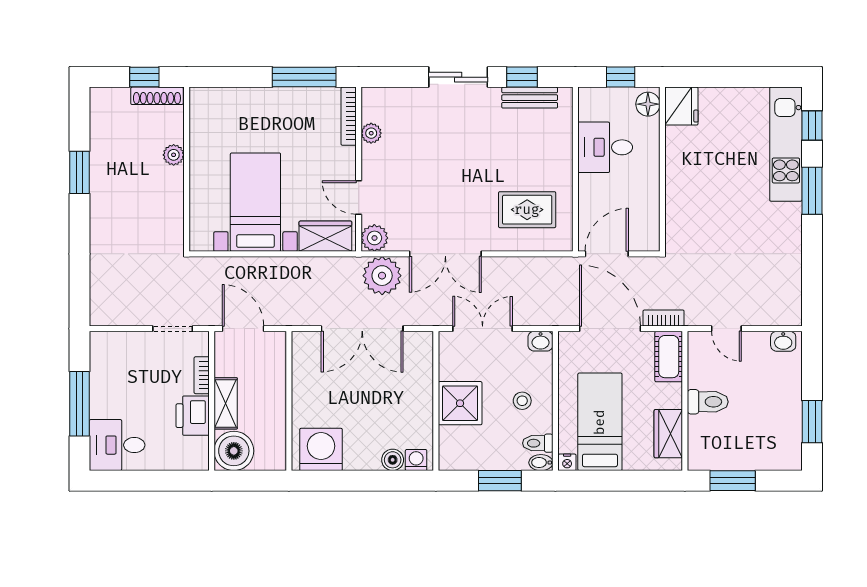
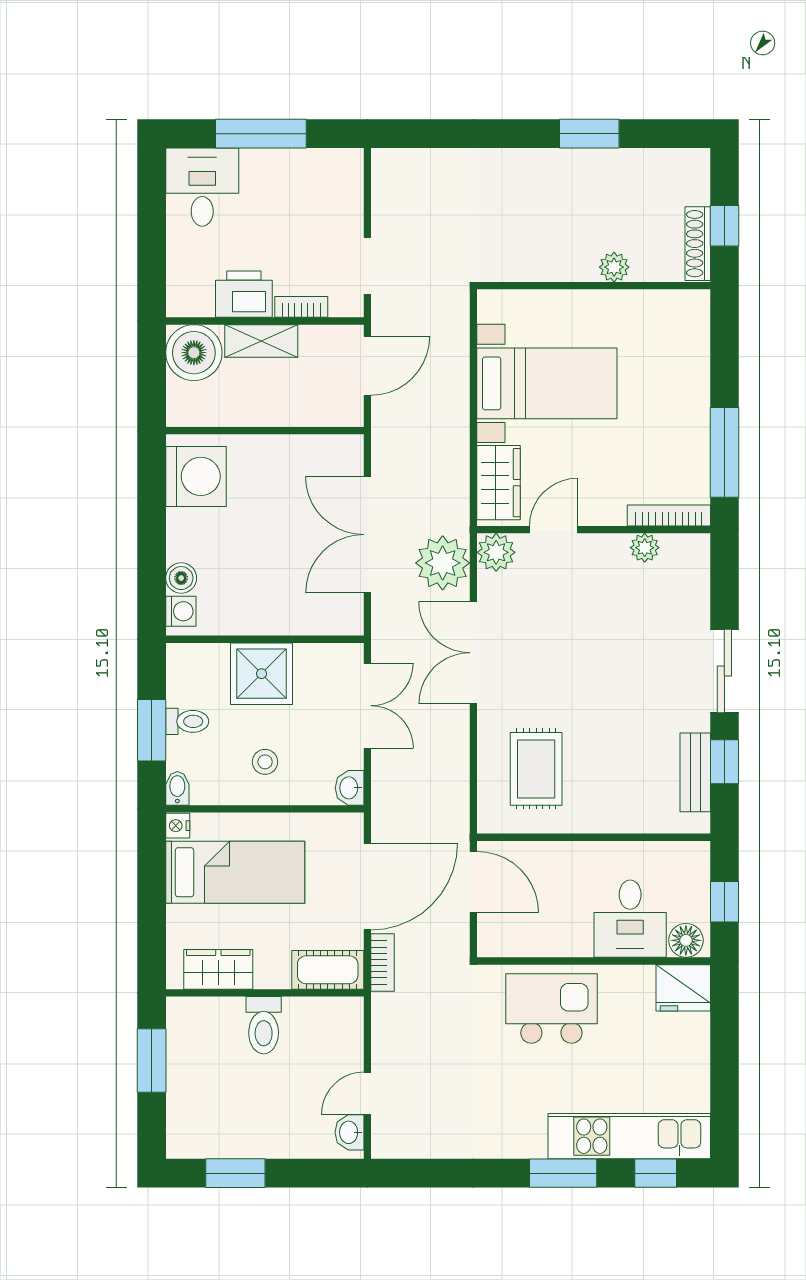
desk: (605, 147) -> (630, 919), moved, turned 180
kitchen island: (696, 199) -> (551, 1008), added
door: (726, 329) -> (367, 1093), moved
toilet: (538, 443) -> (187, 721), moved, turned 90

